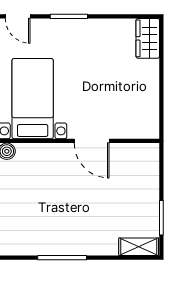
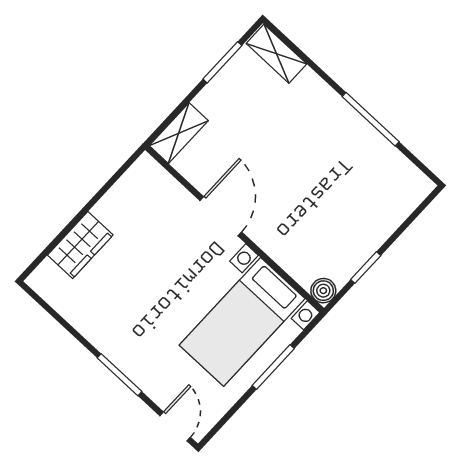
wardrobe: (148, 38) -> (80, 245), moved
shelving: (151, 163) -> (179, 133), added

